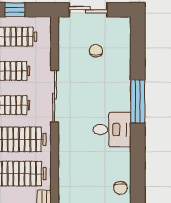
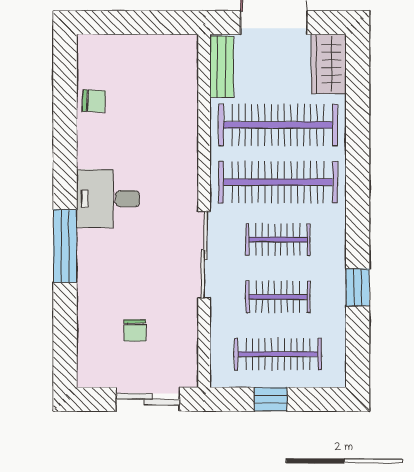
chair: (120, 188) -> (94, 101), turned 93

